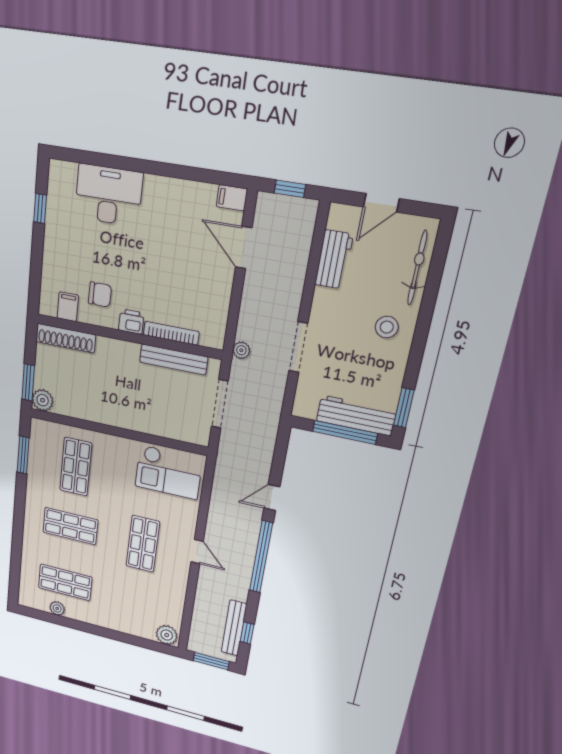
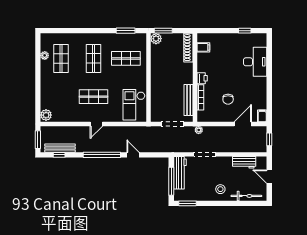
chair: (100, 294) -> (228, 99), moved
workbench: (356, 415) -> (180, 173), moved

